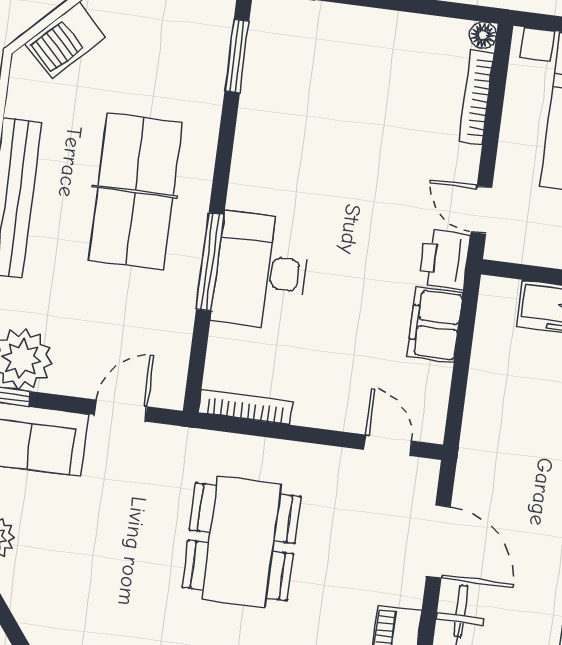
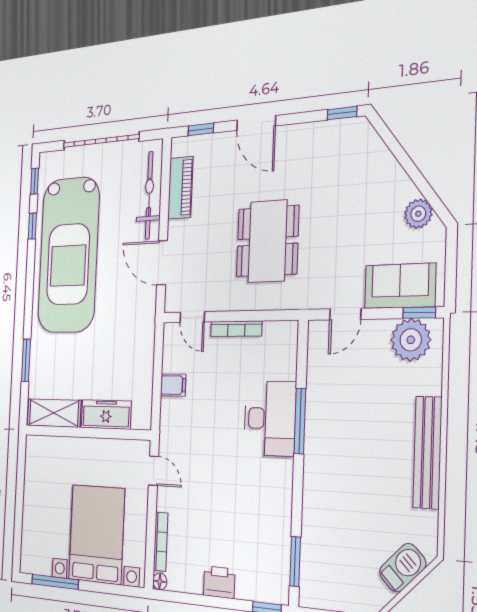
table tennis table: (135, 191) -> (349, 464), removed
printer: (444, 259) -> (219, 582), moved, turned -90
filing cabinet: (435, 325) -> (173, 385), width x0.50
bookcase: (245, 407) -> (236, 329), moved

